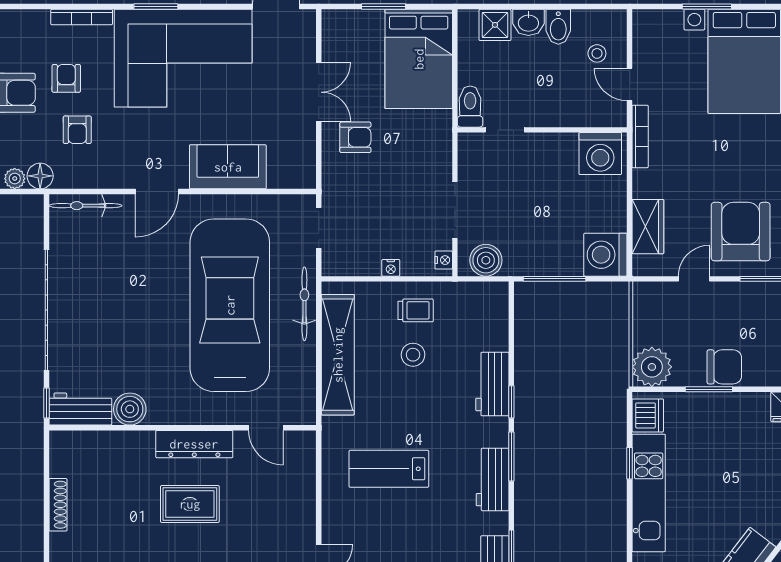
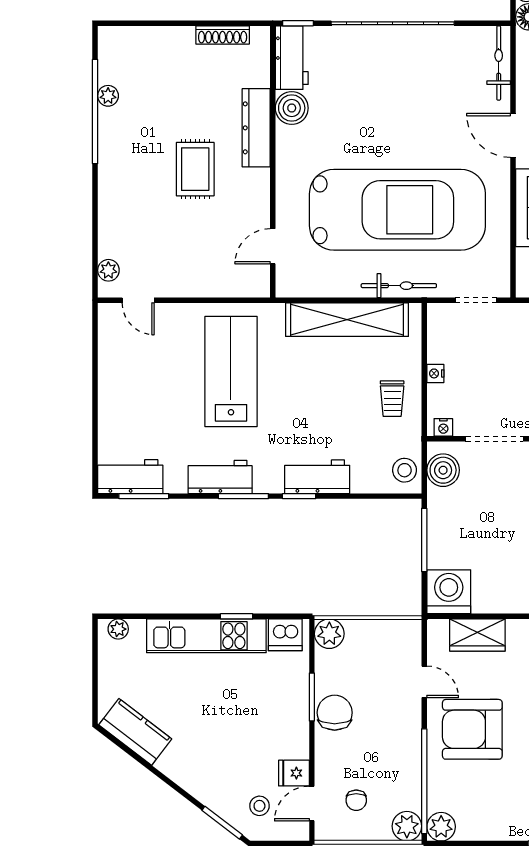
armchair: (741, 232) -> (472, 729), turned 180
stool: (413, 355) -> (405, 470), moved
plant: (652, 367) -> (329, 634), width x0.73, depth x0.73
chair: (724, 367) -> (335, 713), turned 180
dresser: (194, 444) -> (256, 128), moved
lab bench: (389, 469) -> (231, 371), width x1.36, depth x1.39
shoe rack: (58, 505) -> (223, 35), moved

